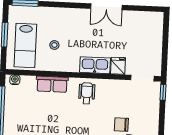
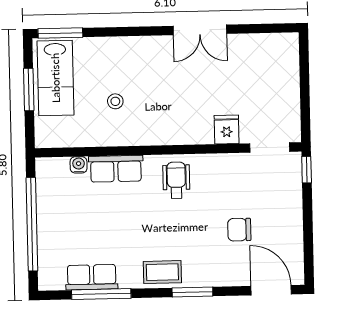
lab bench: (25, 45) -> (55, 78), moved
kitchen sink: (95, 65) -> (187, 131), removed
water cooler: (15, 80) -> (79, 165), moved

